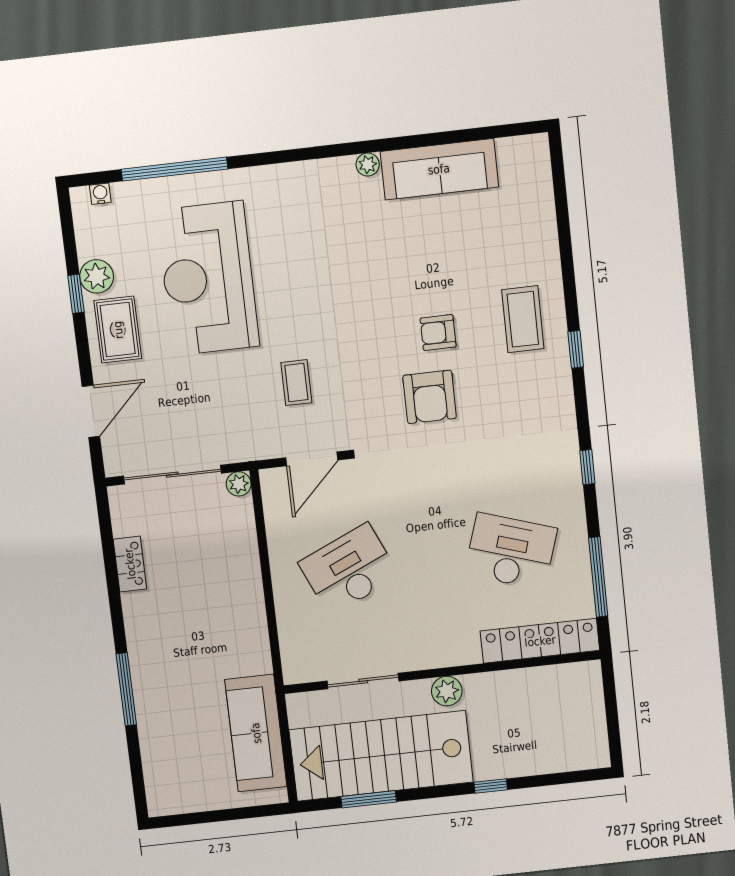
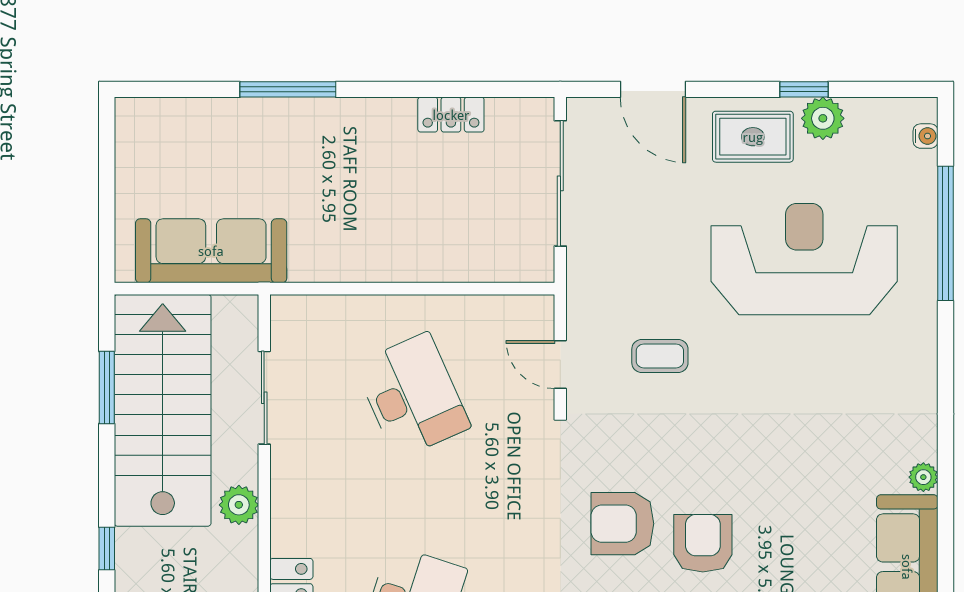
armchair: (438, 332) -> (703, 543), width x1.38, depth x1.38
door: (312, 459) -> (560, 364), width x0.73
plant: (239, 484) -> (539, 267), removed

